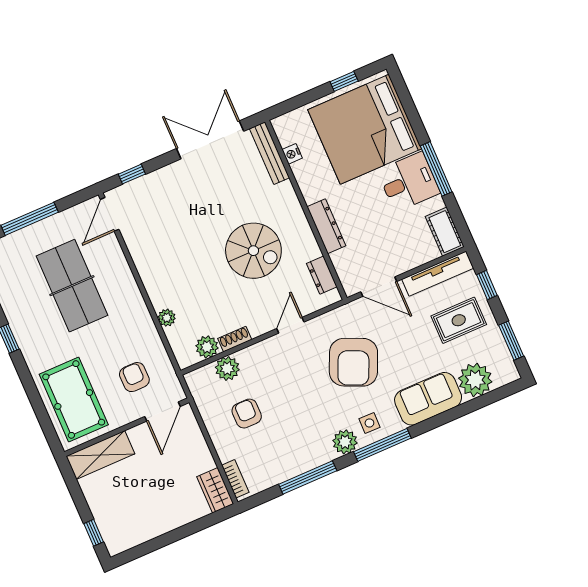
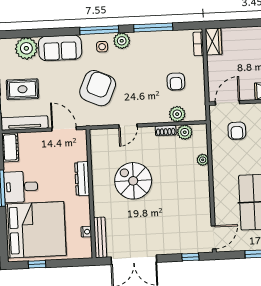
dresser: (322, 275) -> (97, 150), removed

